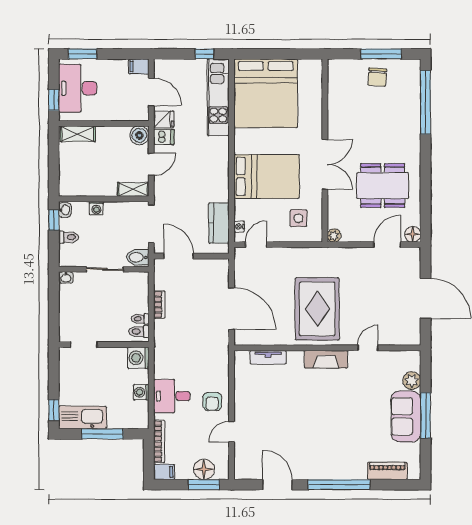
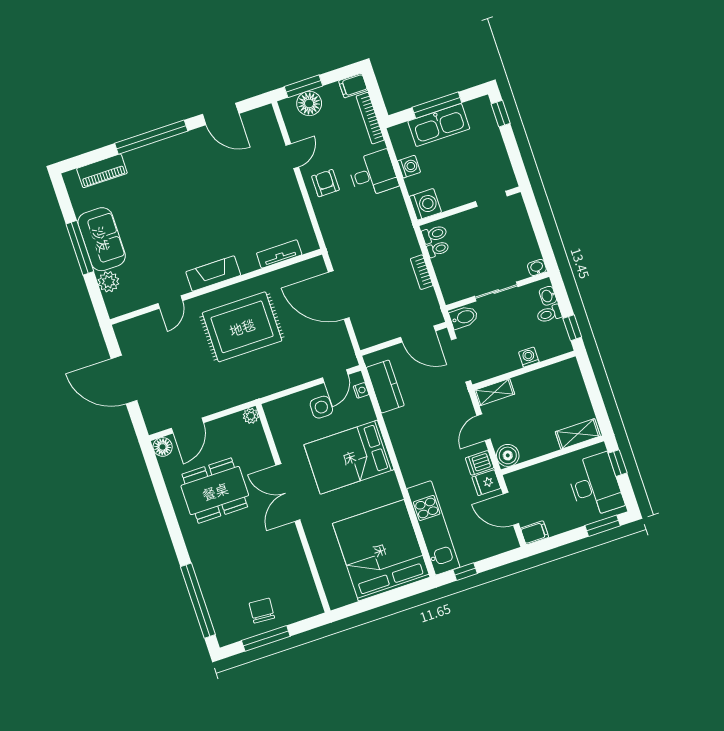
washbasin: (65, 210) -> (548, 296), moved
side table: (298, 218) -> (321, 407), moved
rug: (317, 309) -> (242, 327), turned 90
kitchen sink: (83, 418) -> (439, 125), moved

